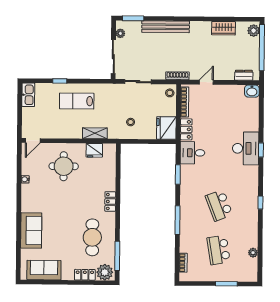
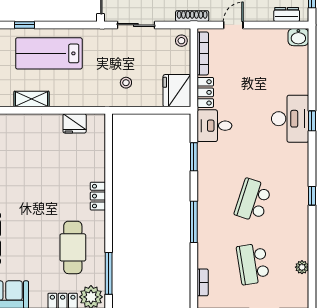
lab bench: (77, 101) -> (49, 53), width x1.36, depth x1.39
shelving: (95, 133) -> (32, 99), moved
round table: (64, 166) -> (31, 146), removed
school desk: (219, 205) -> (253, 200), turned 39

